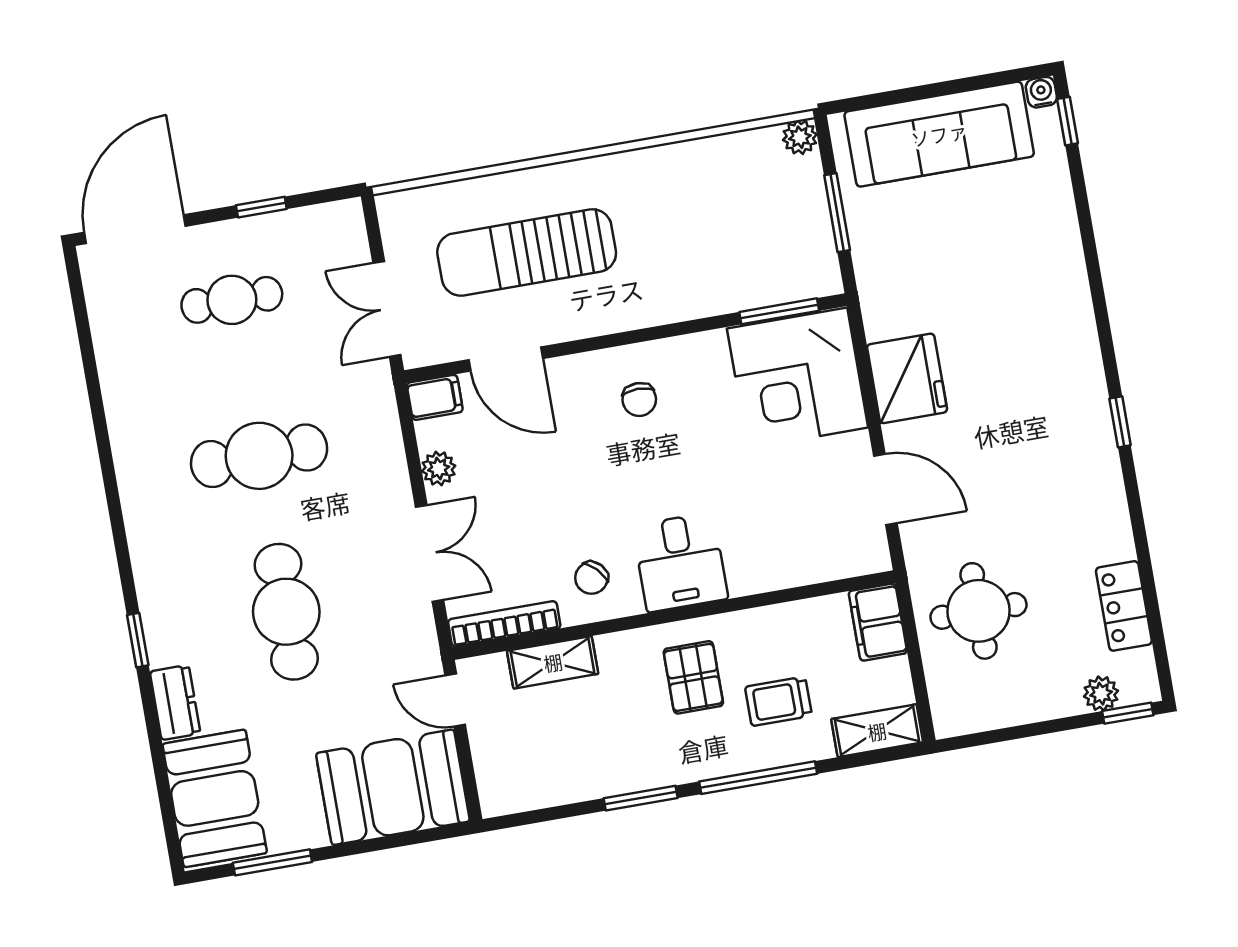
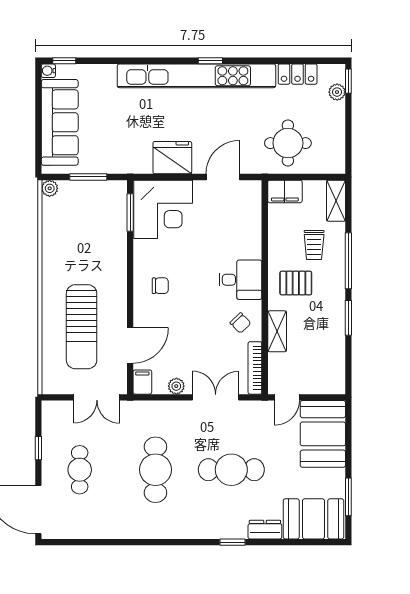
kitchen unit: (1084, 399) -> (196, 76), added
shelving: (553, 662) -> (277, 331), moved

